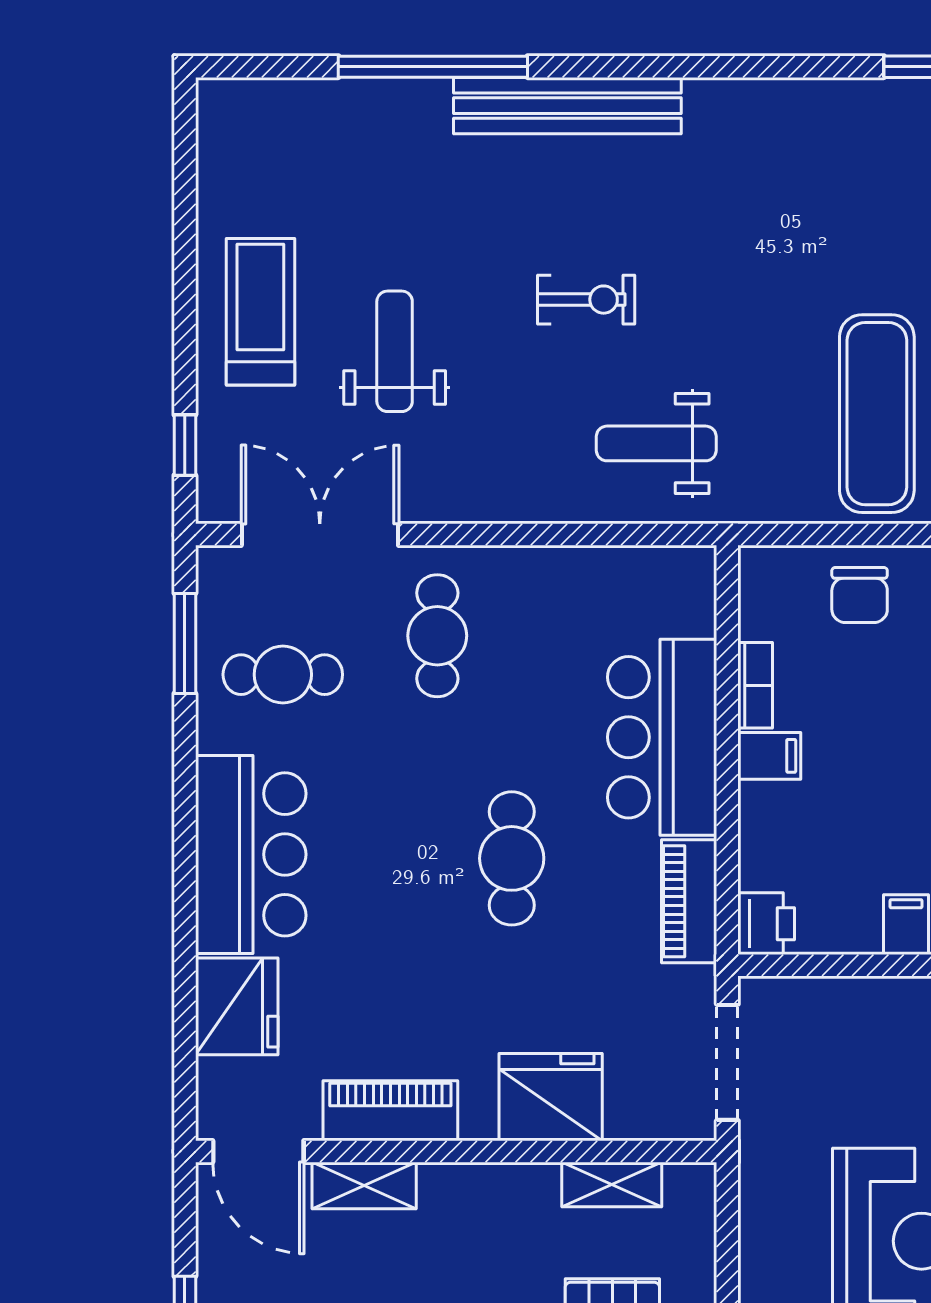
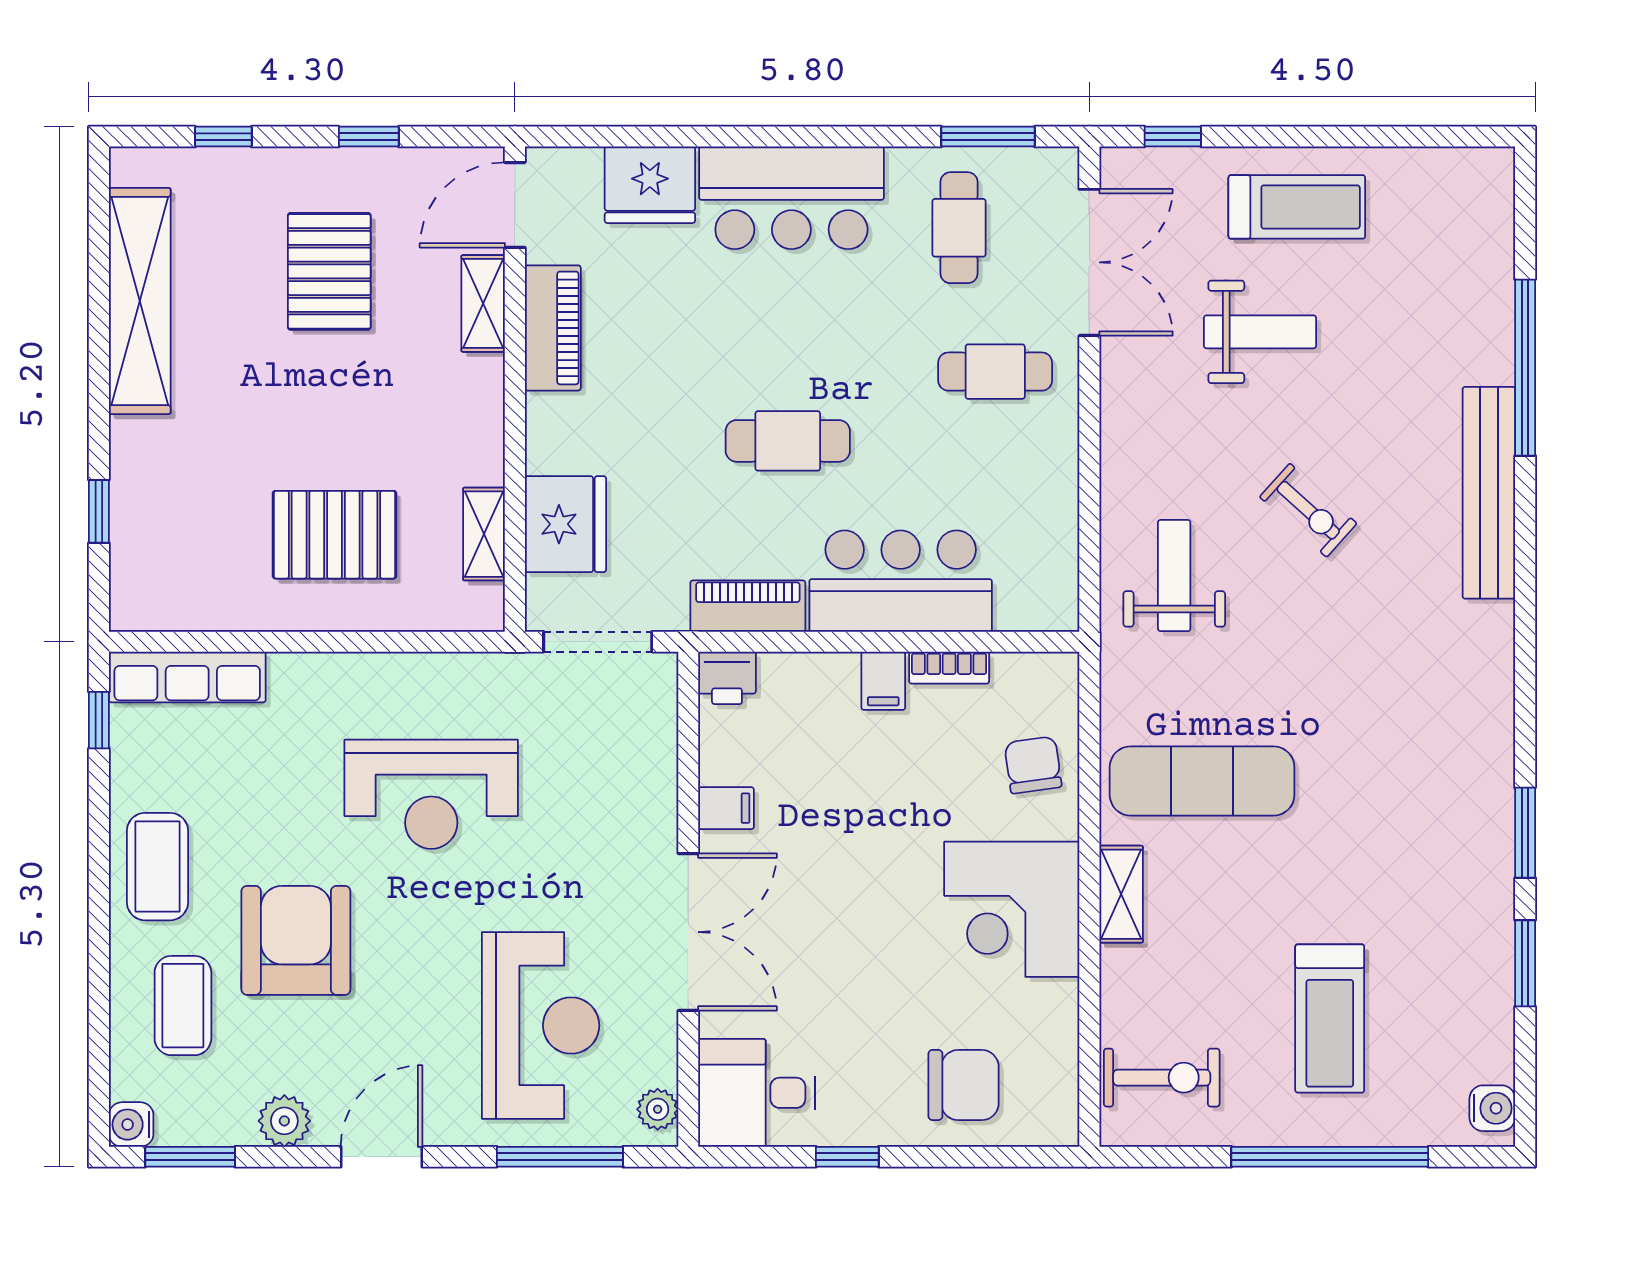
exercise bike: (586, 300) -> (1308, 510), turned -48
chair: (860, 595) -> (1033, 765), turned 82
fridge: (551, 1097) -> (565, 524), moved

